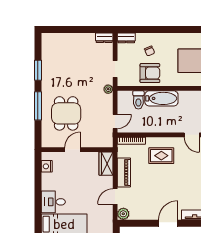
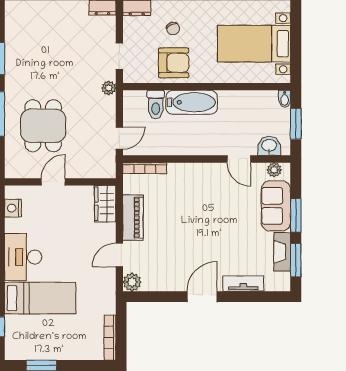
rug: (161, 156) -> (191, 191), removed
desk: (53, 202) -> (23, 257), width x1.37

